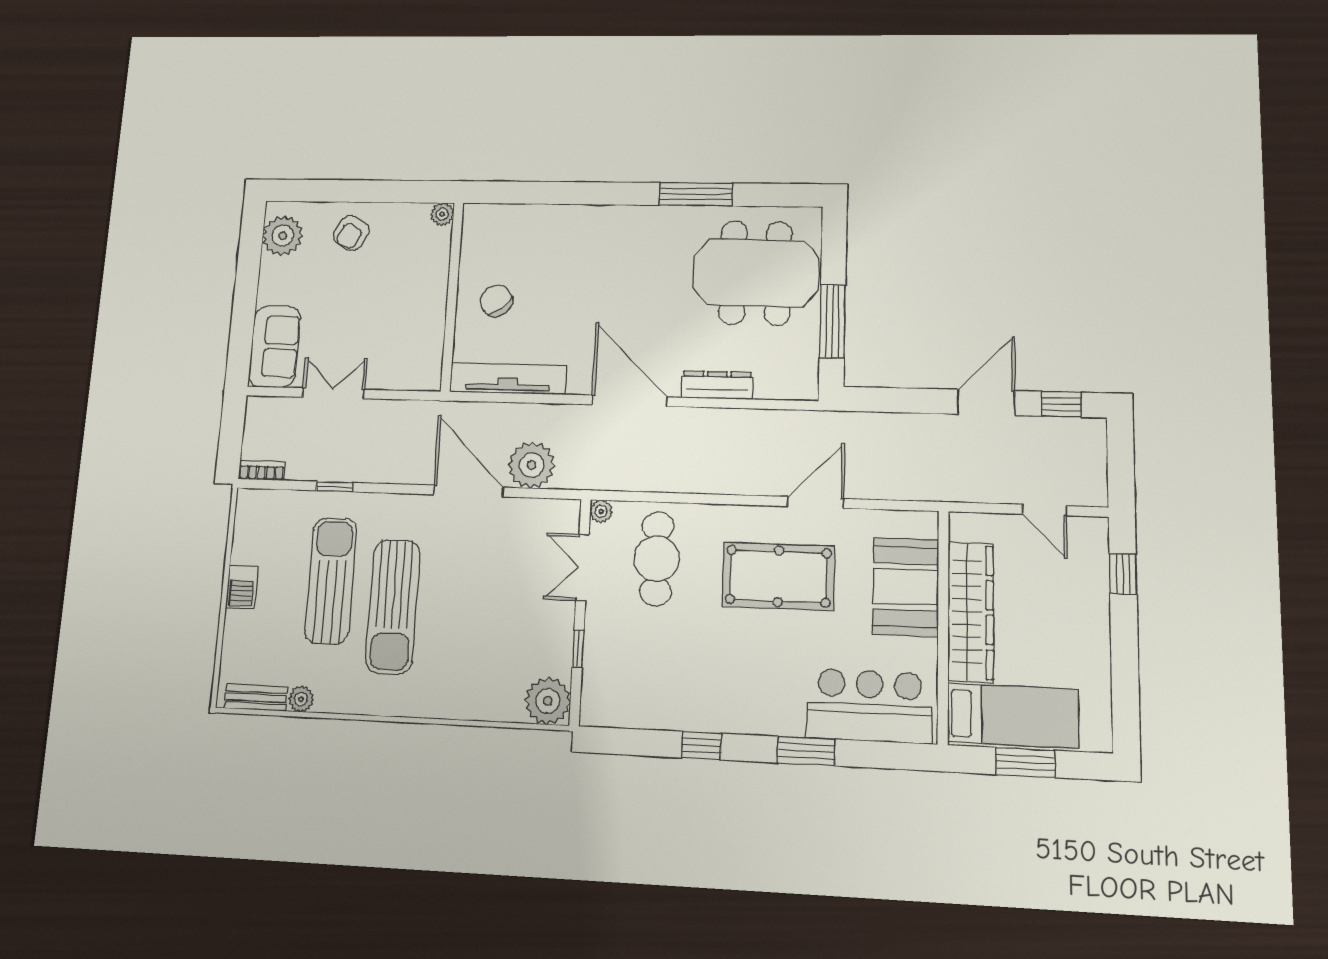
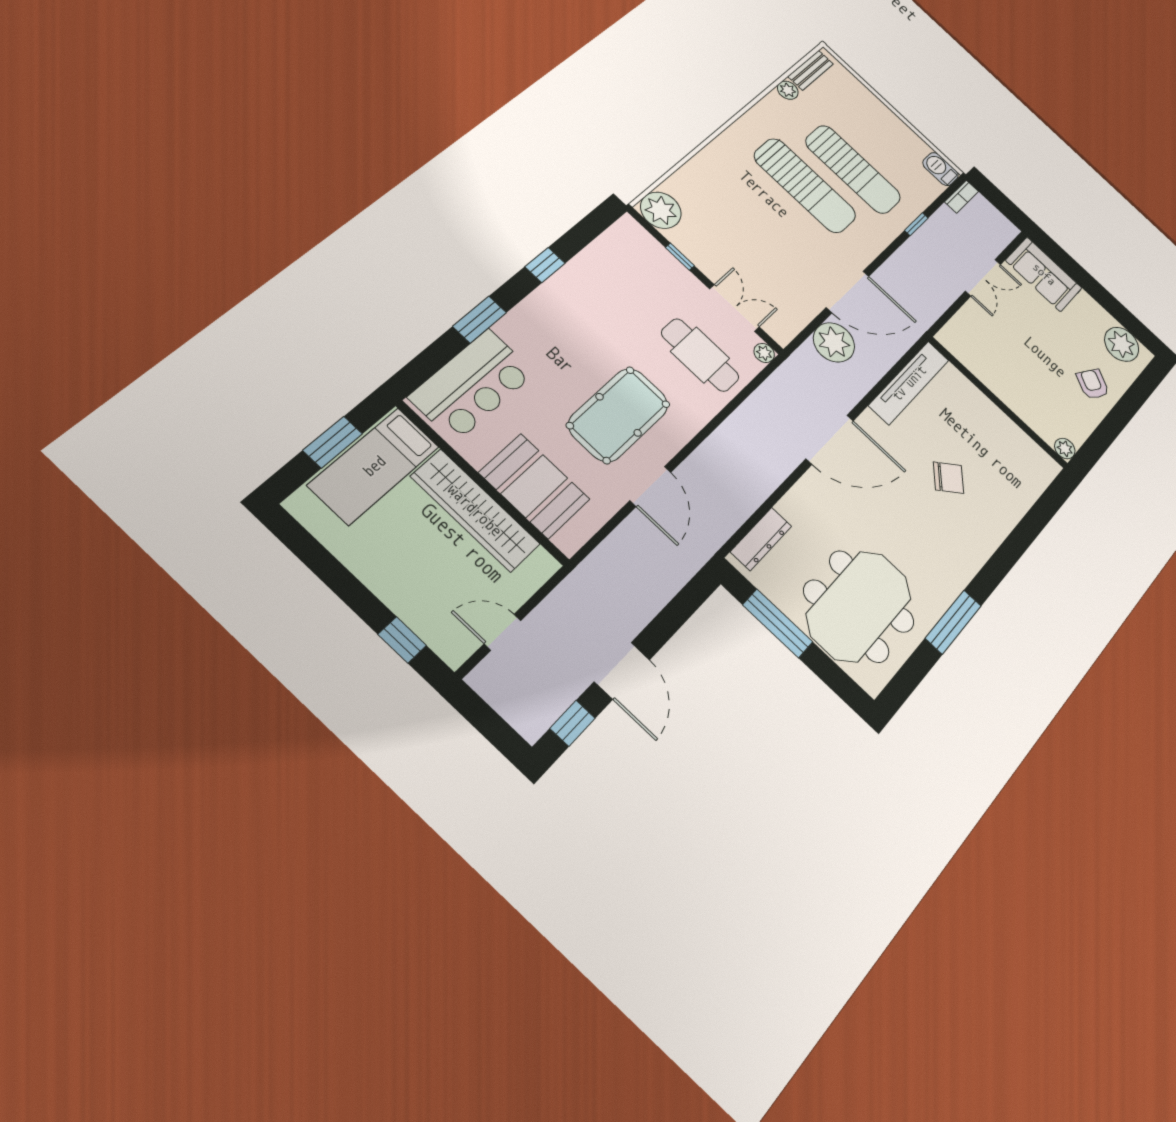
chair: (496, 301) -> (948, 478), moved
dresser: (717, 385) -> (761, 539), moved
barbecue: (242, 587) -> (940, 169), moved
sun lounger: (393, 606) -> (805, 186), turned 180

